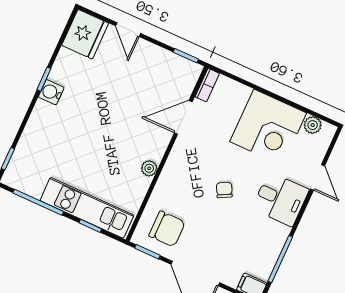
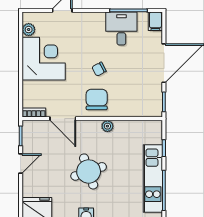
door: (128, 30) -> (21, 164), moved
round table: (104, 120) -> (89, 171), added
desk: (280, 199) -> (121, 29), moved
kitchen unit: (87, 208) -> (153, 179), moved
chair: (167, 229) -> (97, 100), moved

